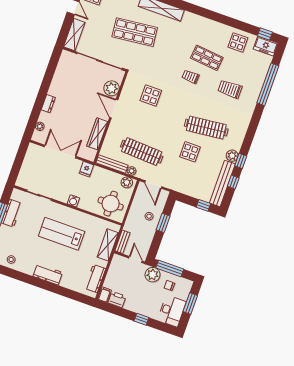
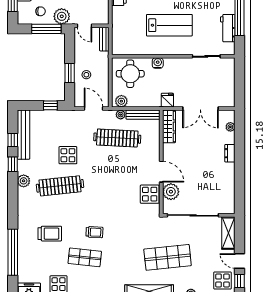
display table: (151, 96) -> (150, 194), moved
wardrobe: (97, 134) -> (169, 127), moved
plant: (232, 156) -> (24, 181), moved
water cooler: (73, 201) -> (158, 63), moved
window: (203, 205) -> (50, 105), moved
shelving: (108, 245) -> (118, 31), removed

